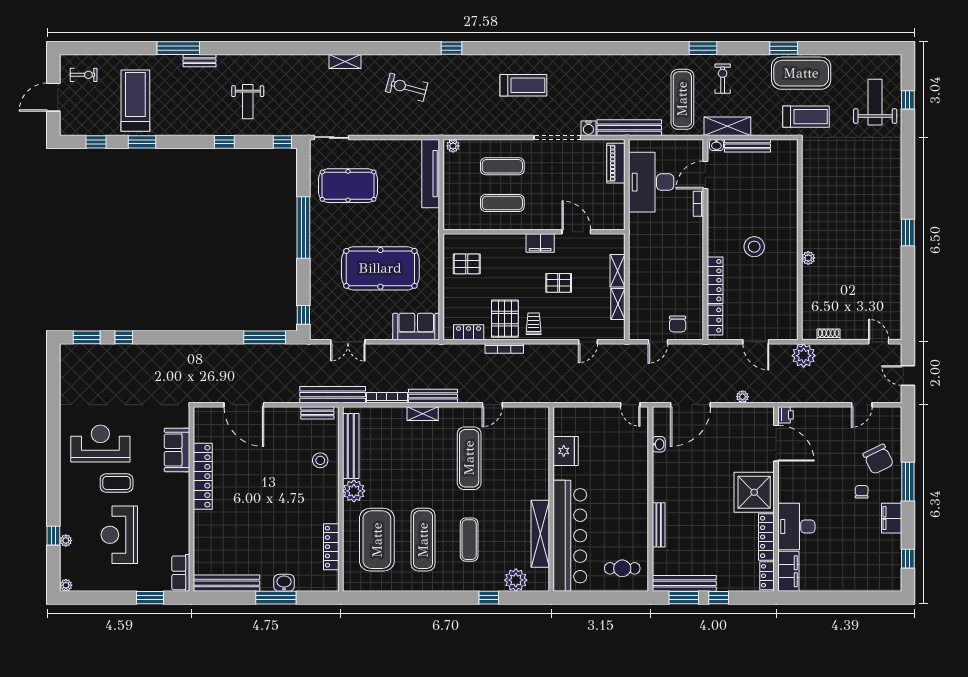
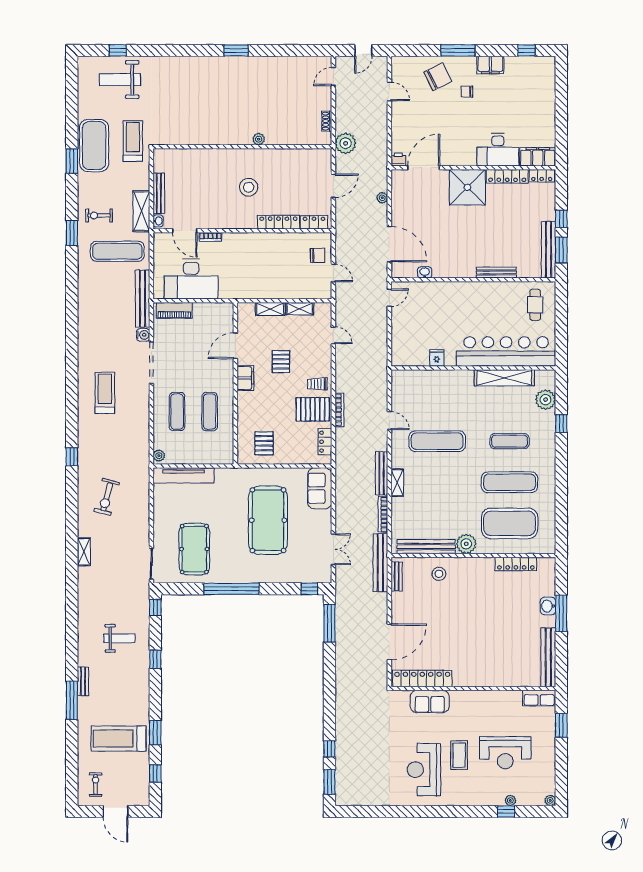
fridge: (566, 451) -> (437, 358), width x0.53, depth x0.75
locker: (203, 476) -> (422, 678), moved

